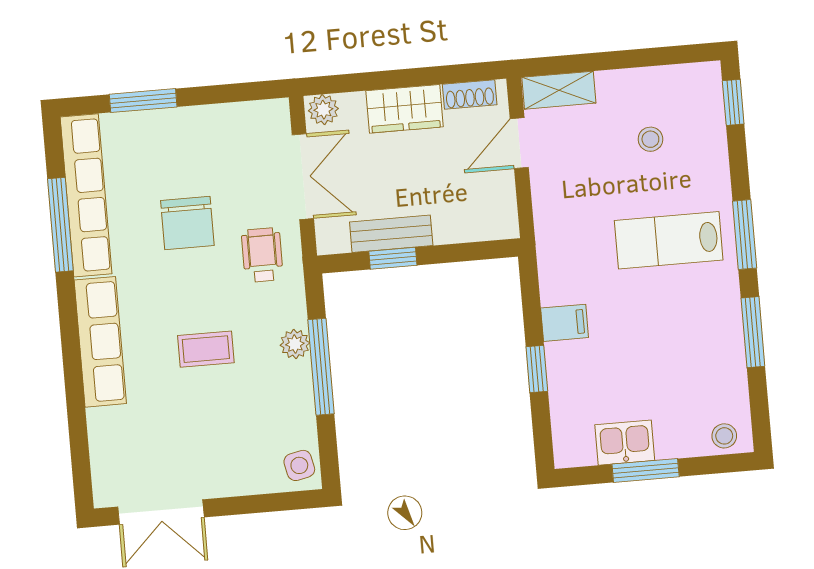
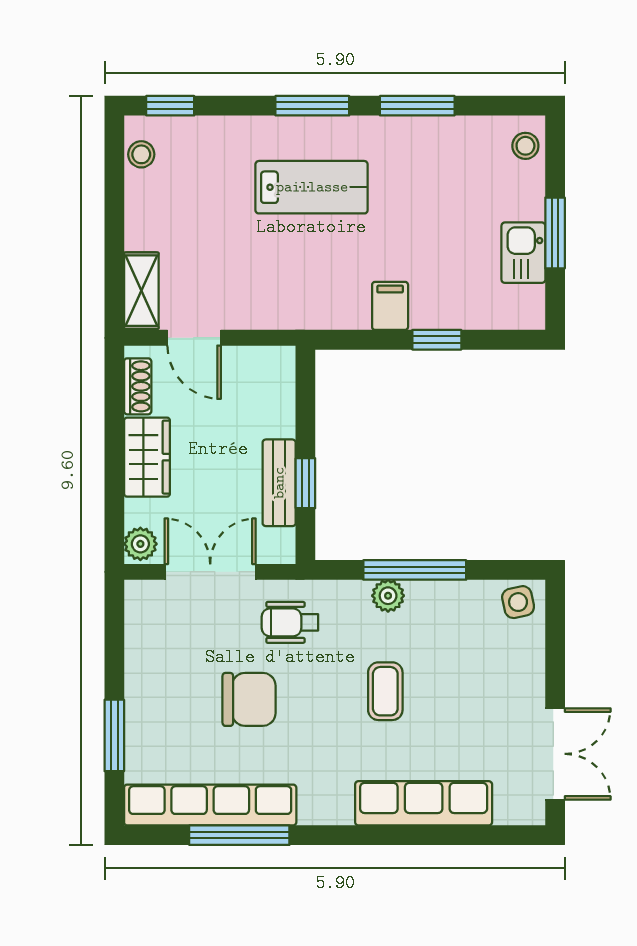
stool: (650, 139) -> (141, 154), moved
lab bench: (669, 240) -> (312, 187), turned -90
row of seats: (100, 342) -> (424, 803), moved

